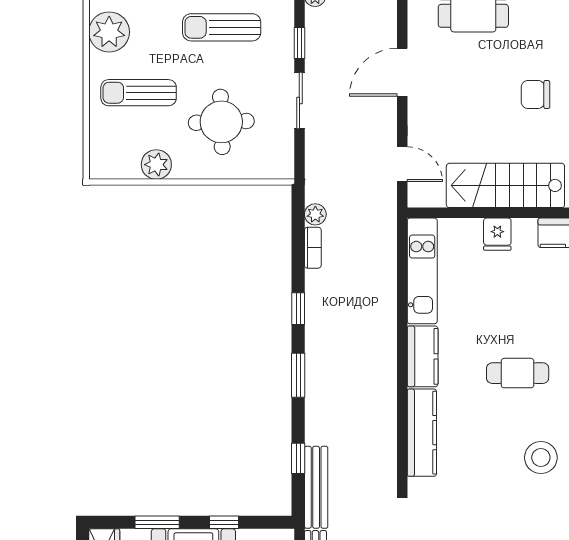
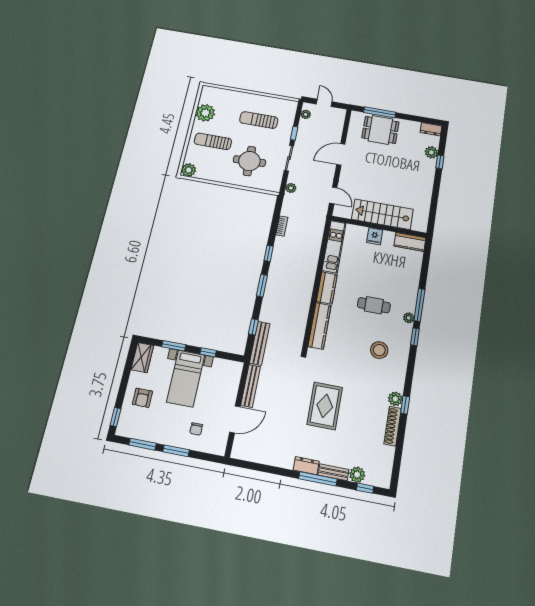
chair: (536, 95) -> (404, 176), removed
plant: (156, 165) -> (189, 170), moved
plant: (315, 214) -> (291, 188), moved

